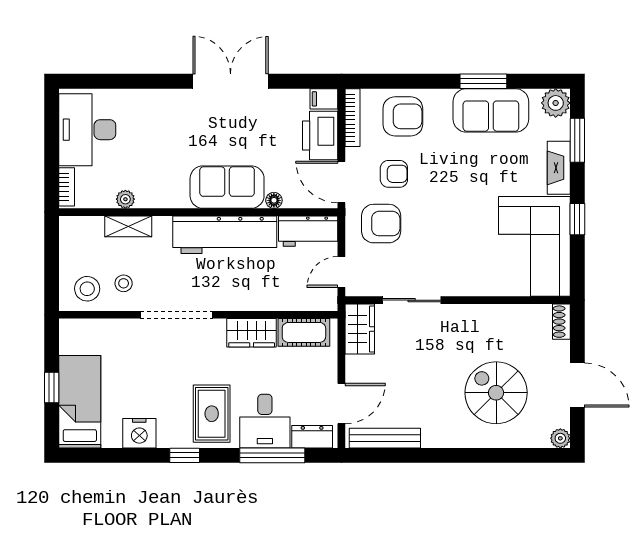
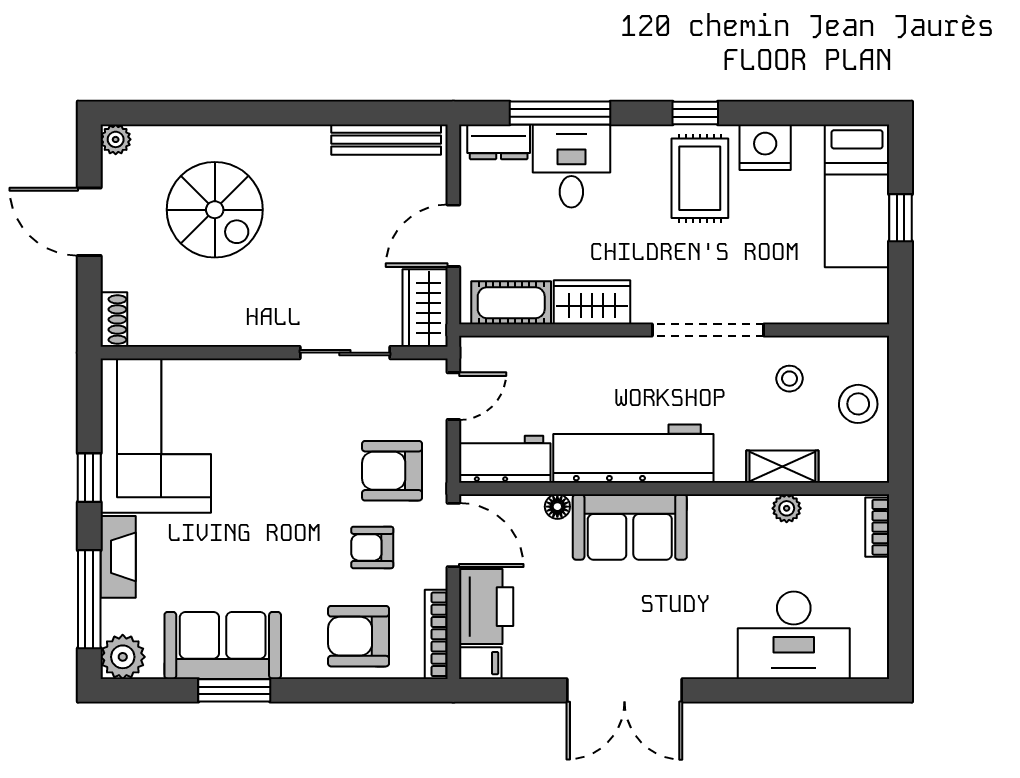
desk: (87, 130) -> (794, 635), moved, turned 90
window: (577, 140) -> (89, 599), width x1.44
stool: (87, 289) -> (858, 404), moved
door: (341, 404) -> (453, 236), moved
rug: (212, 414) -> (700, 178), moved

